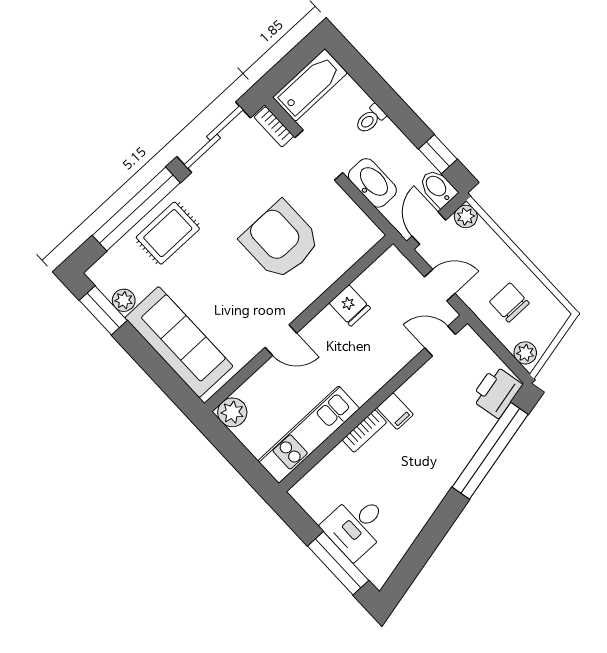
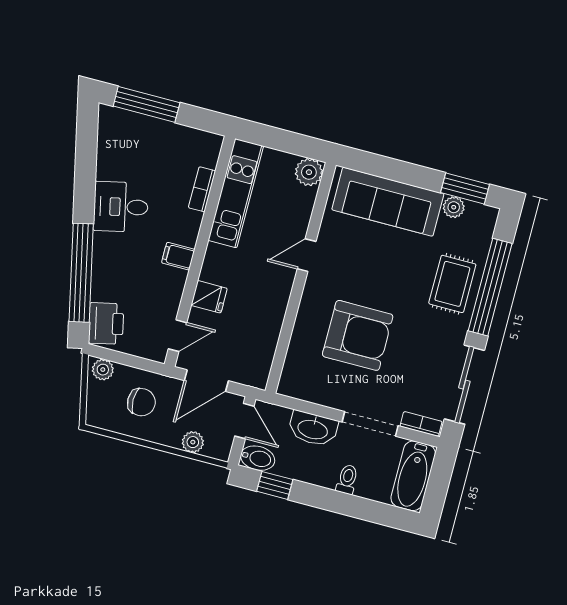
plant: (466, 216) -> (193, 442), moved
door: (440, 285) -> (206, 381), width x1.37
fridge: (350, 305) -> (209, 297), moved, turned 180
bookcase: (364, 431) -> (202, 189), moved
desk: (356, 526) -> (121, 207), moved, turned -102

